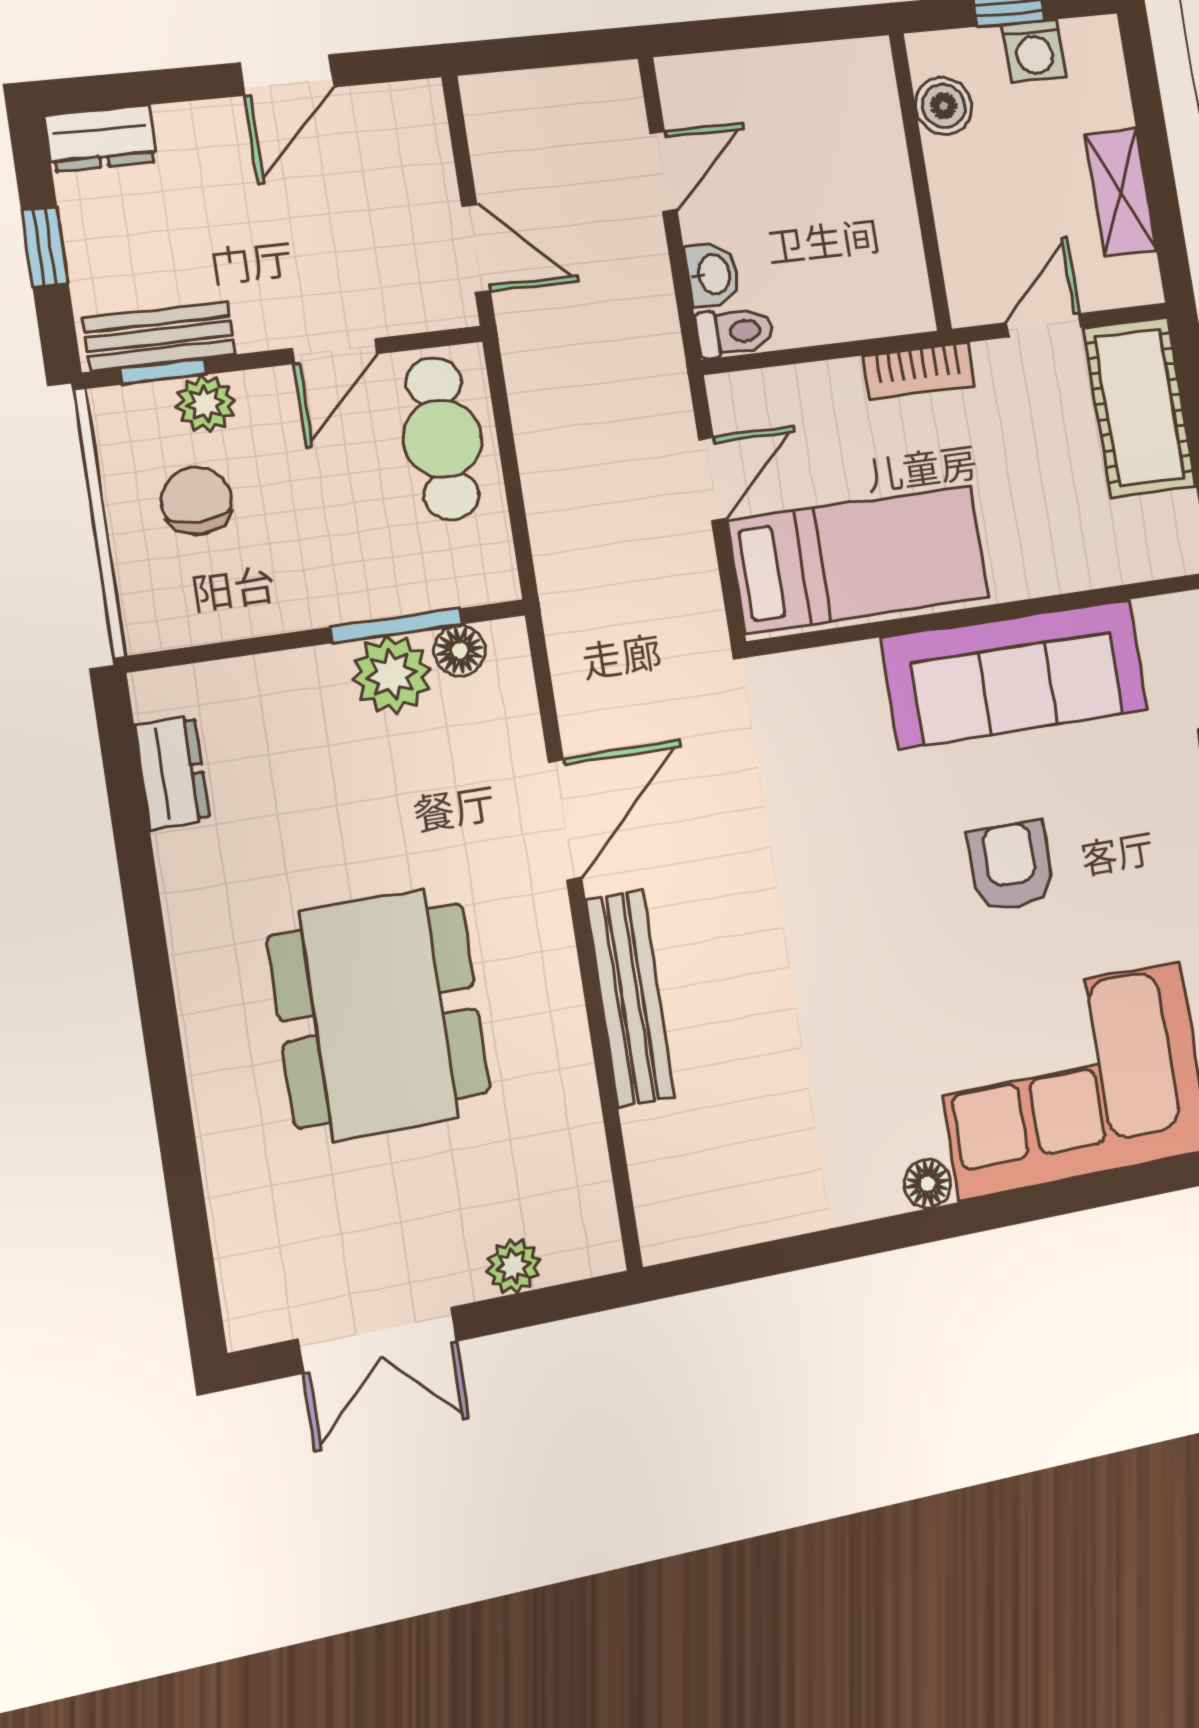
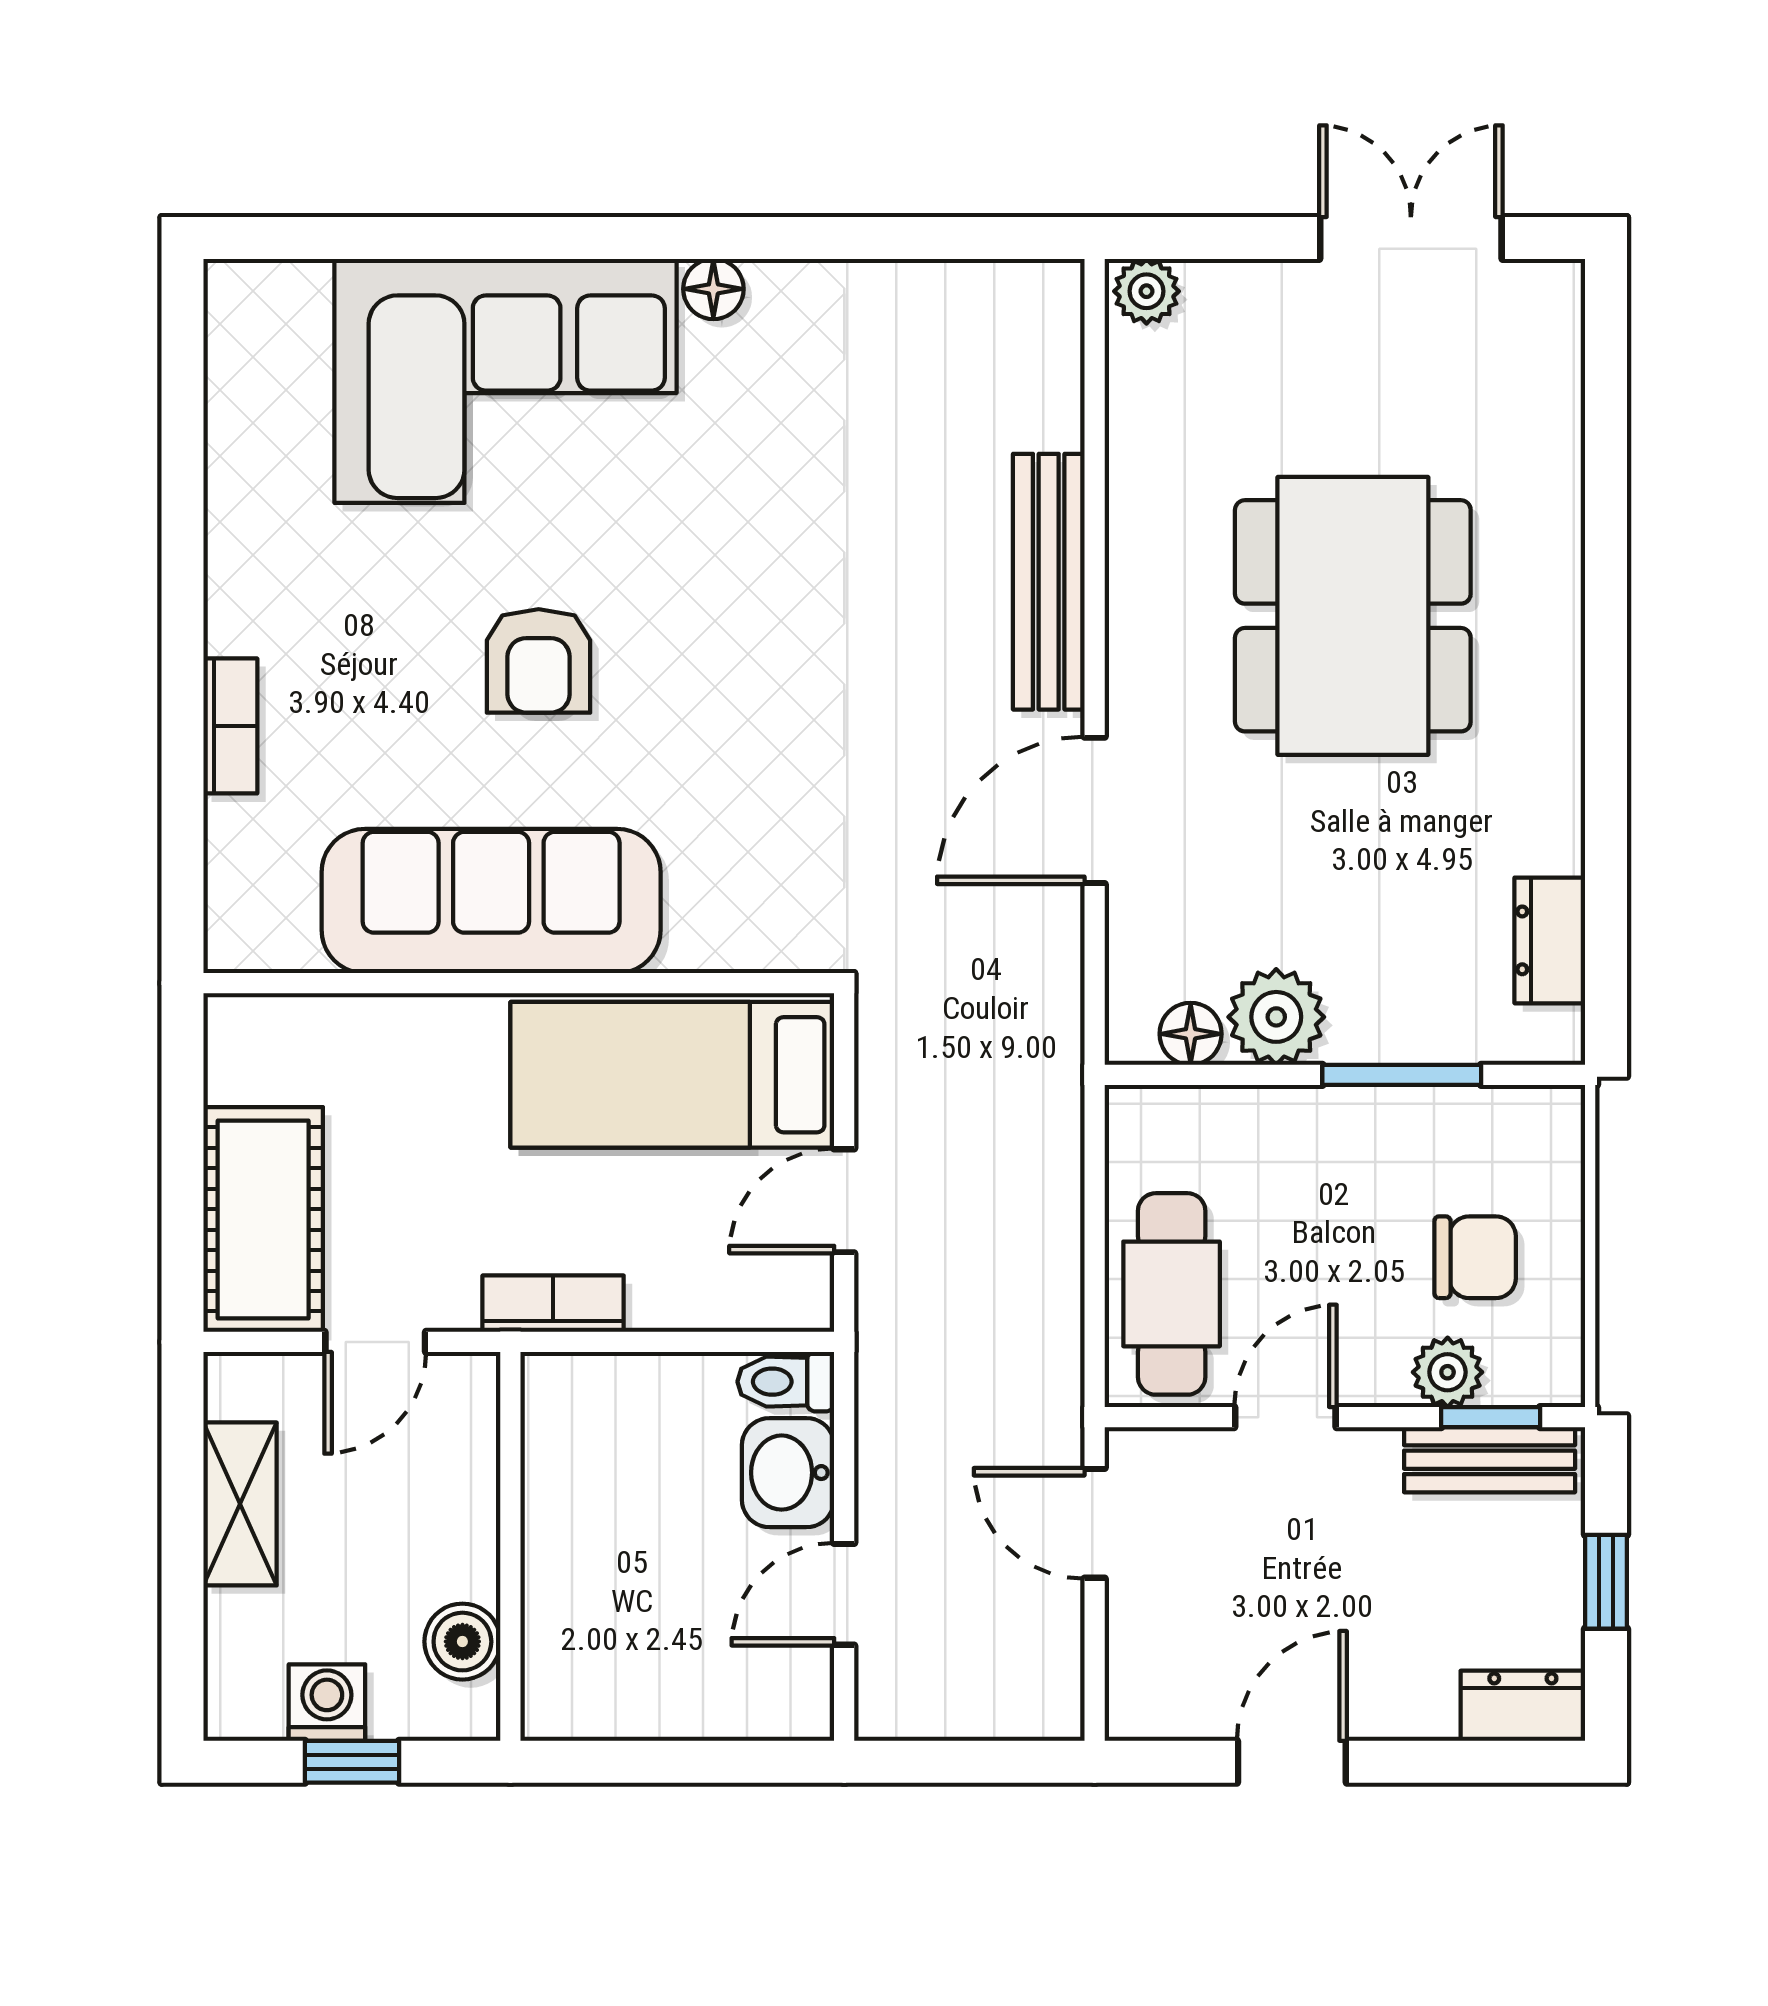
washbasin: (713, 274) -> (788, 1473), width x1.38, depth x1.45
chair: (196, 501) -> (1475, 1257), turned -90
window: (397, 626) -> (1402, 1075), moved
plant: (513, 1266) -> (1147, 291), moved

